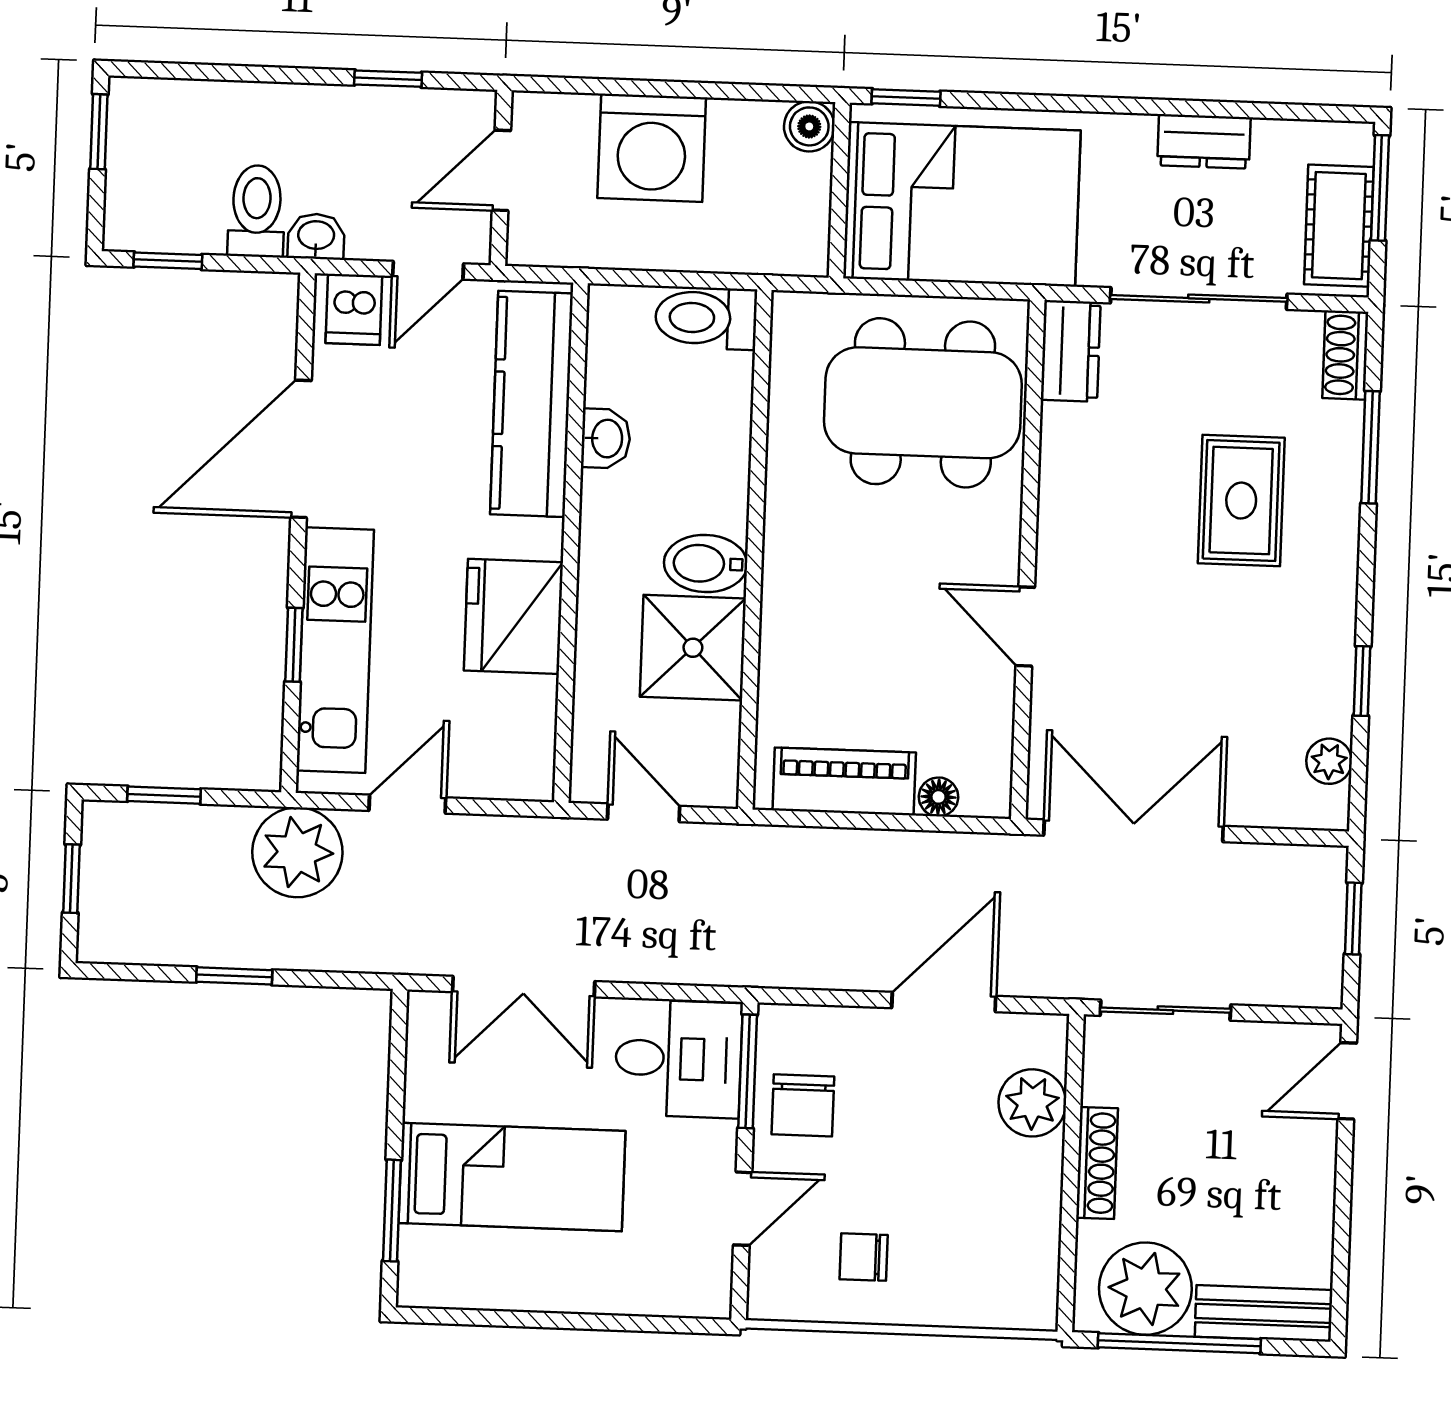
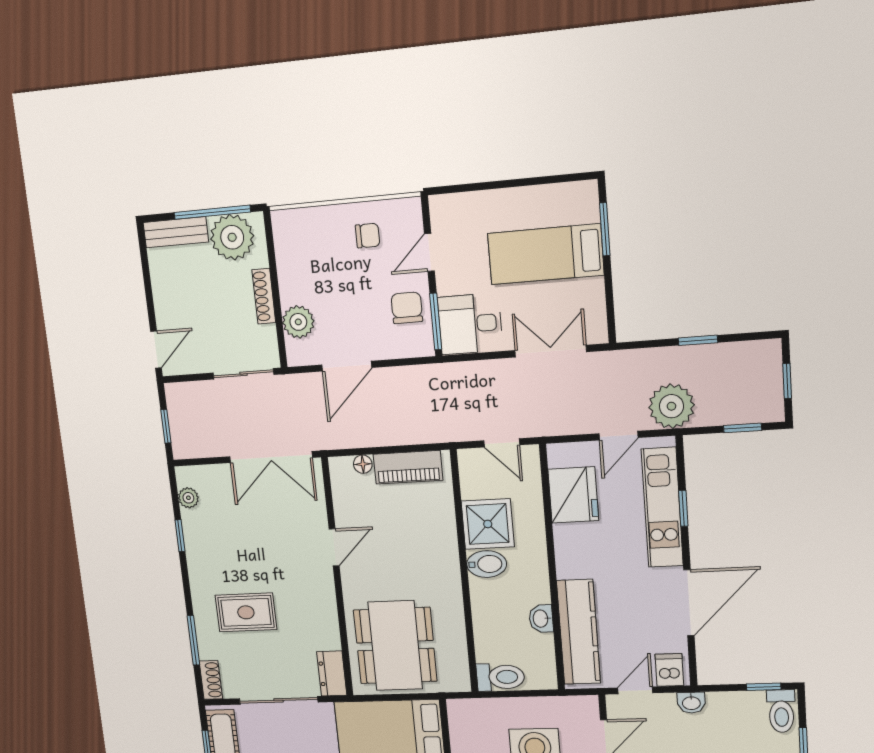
toilet: (257, 211) -> (781, 711), moved
dining table: (923, 403) -> (395, 646), turned 90
rug: (1241, 501) -> (246, 612), turned 90
fridge: (514, 616) -> (573, 495), moved
door: (1025, 627) -> (334, 547), hinge flipped

